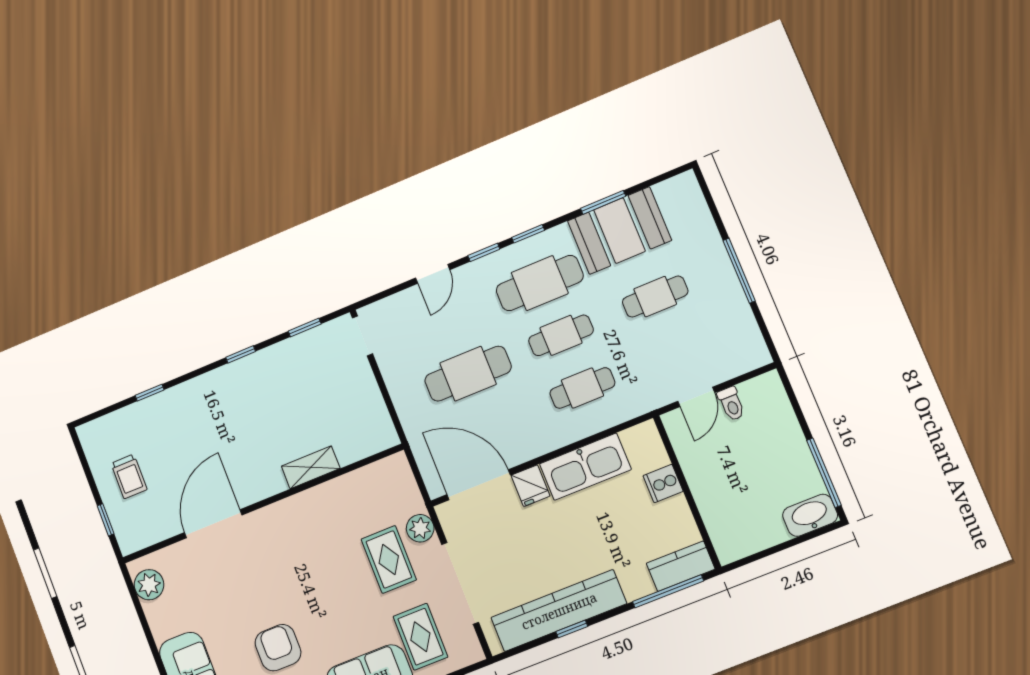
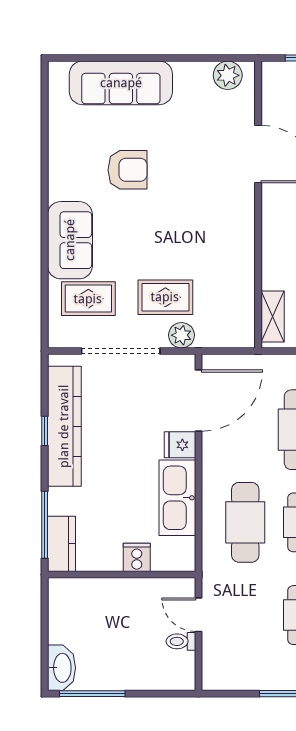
cafe table: (582, 388) -> (245, 522), width x1.37, depth x1.35
shelving: (311, 467) -> (273, 316), moved

